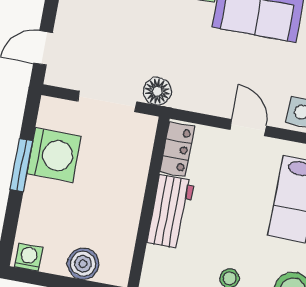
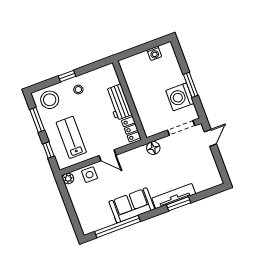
doorway: (107, 102) -> (181, 128), moved
washing machine: (29, 257) -> (154, 53), moved
boiler: (83, 264) -> (142, 60), removed

